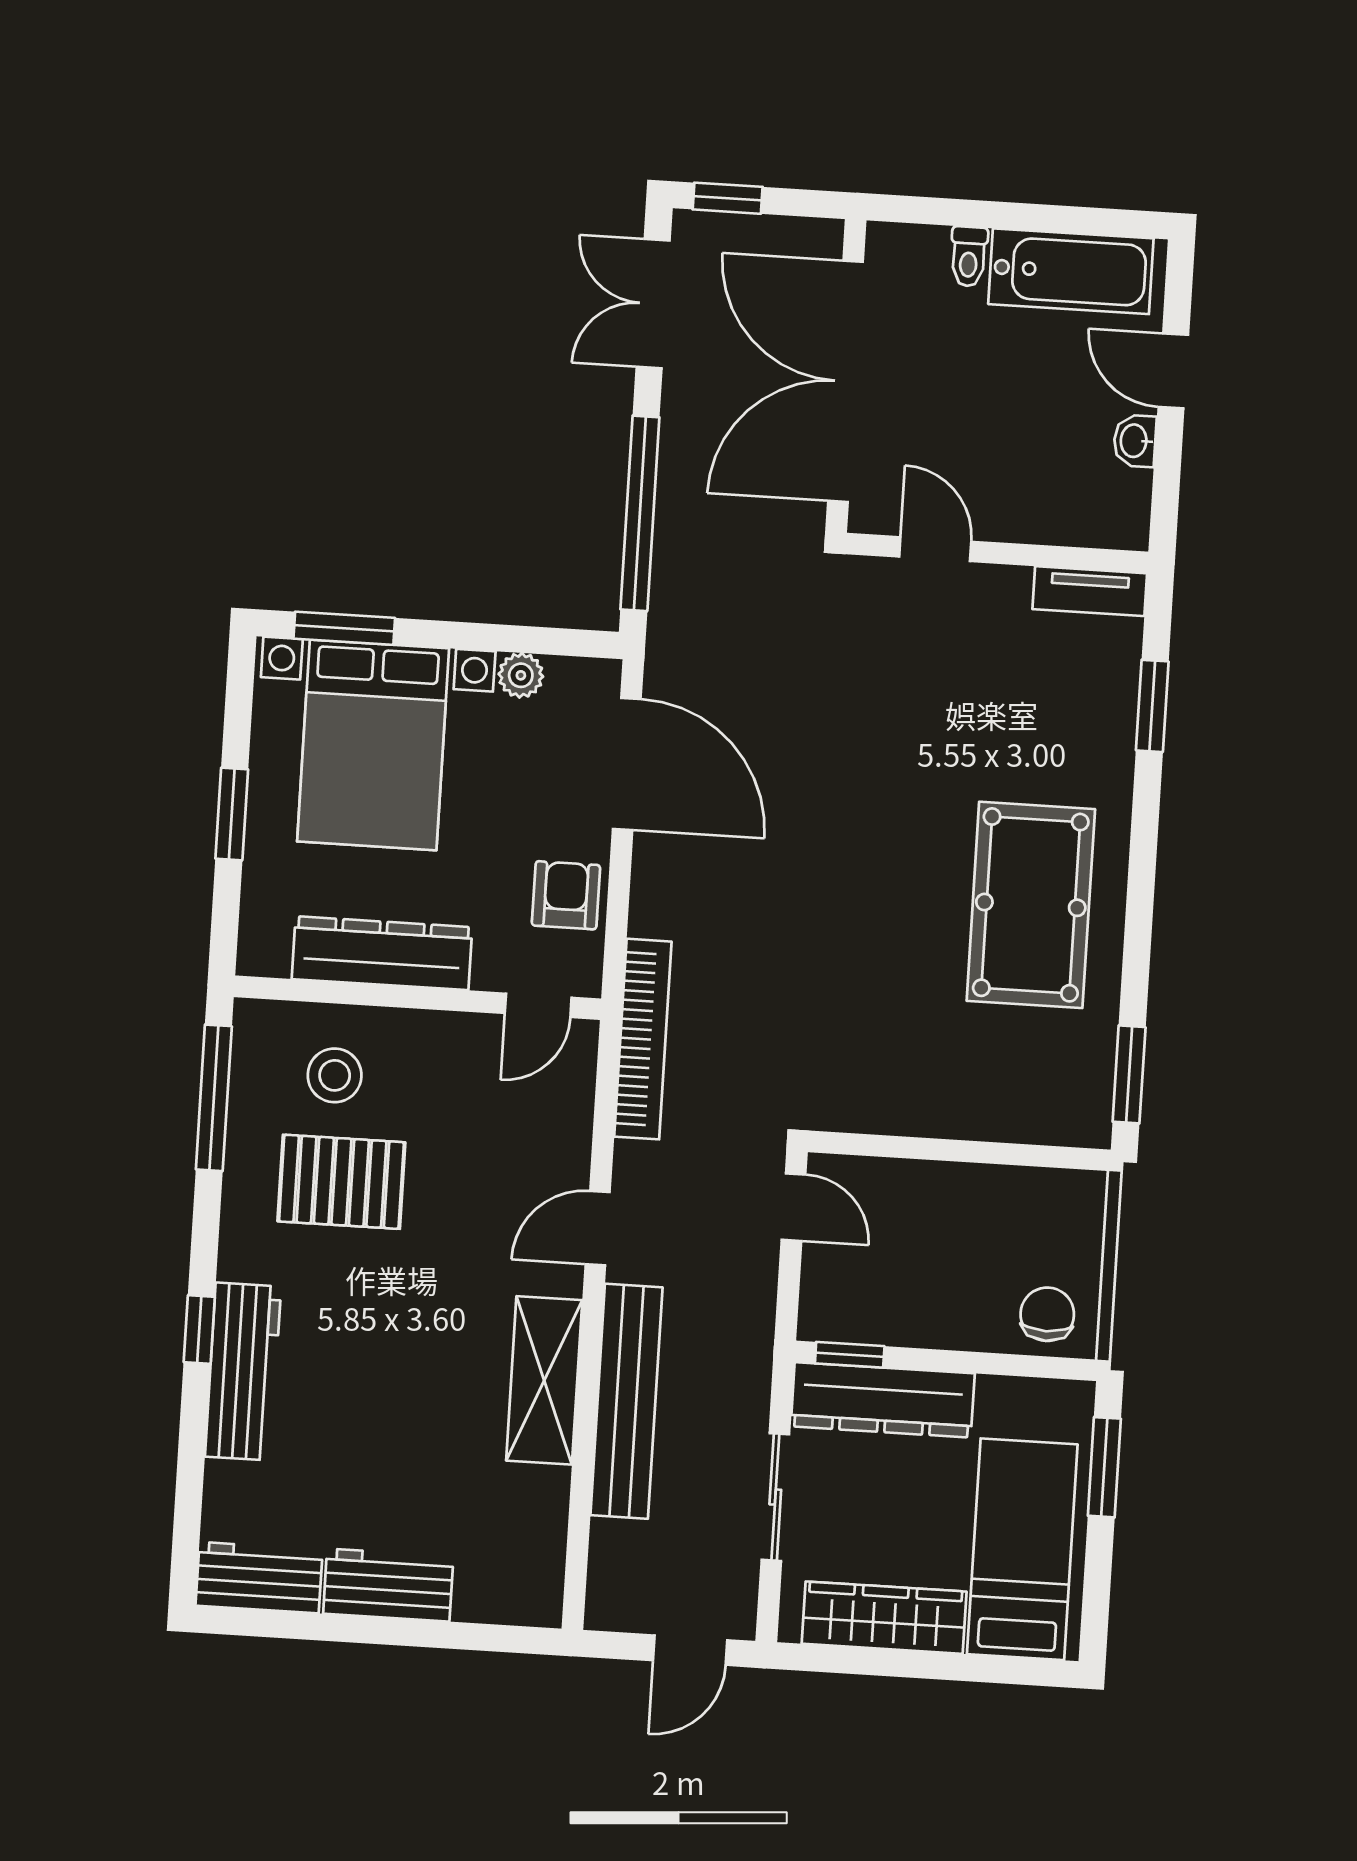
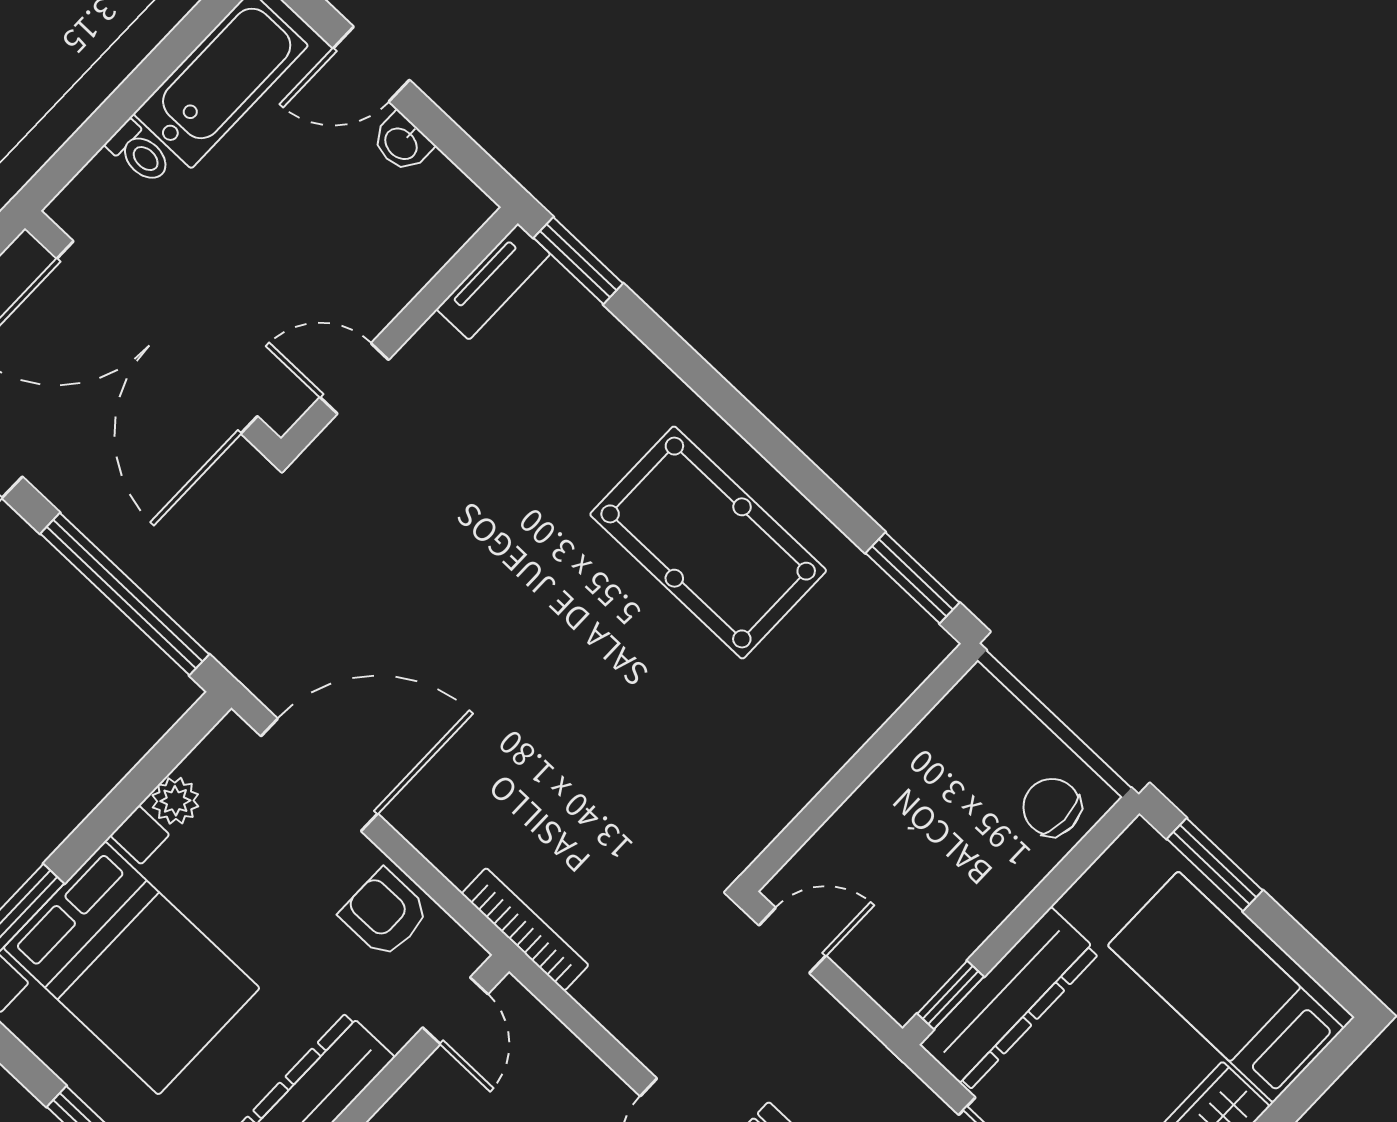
window: (1152, 706) -> (578, 261), moved
bookcase: (643, 1039) -> (525, 929), width x0.68, depth x0.76

